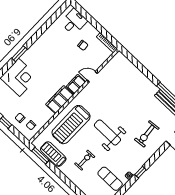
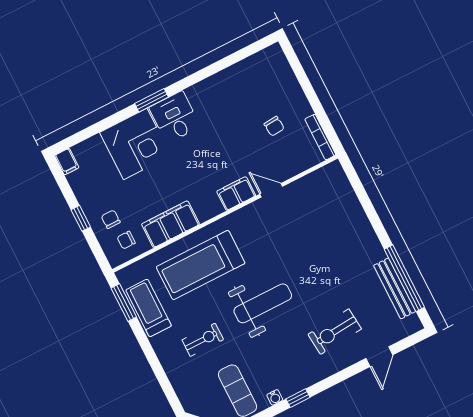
desk: (74, 22) -> (175, 117), moved, turned -90
filing cabinet: (60, 100) -> (171, 224), moved
weight bench: (107, 132) -> (263, 303), turned 90

